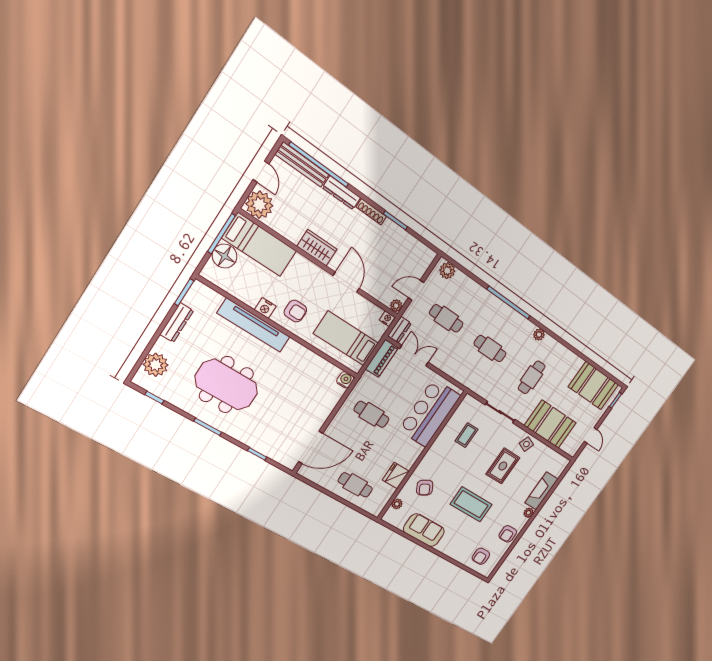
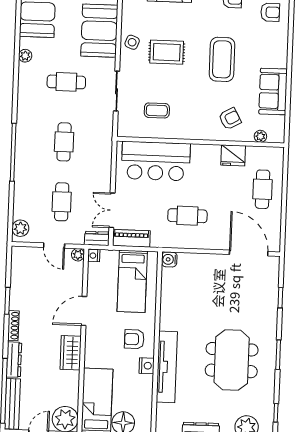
armchair: (295, 311) -> (134, 339), turned -90
plant: (539, 335) -> (25, 56), moved
cafe table: (371, 414) -> (187, 216), turned 90

